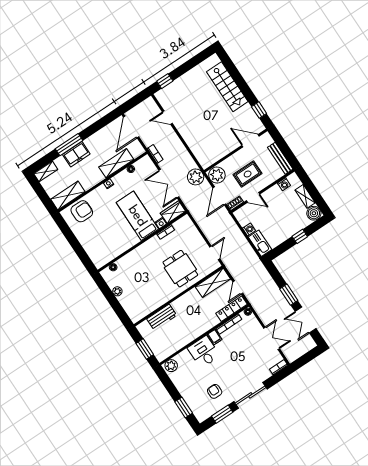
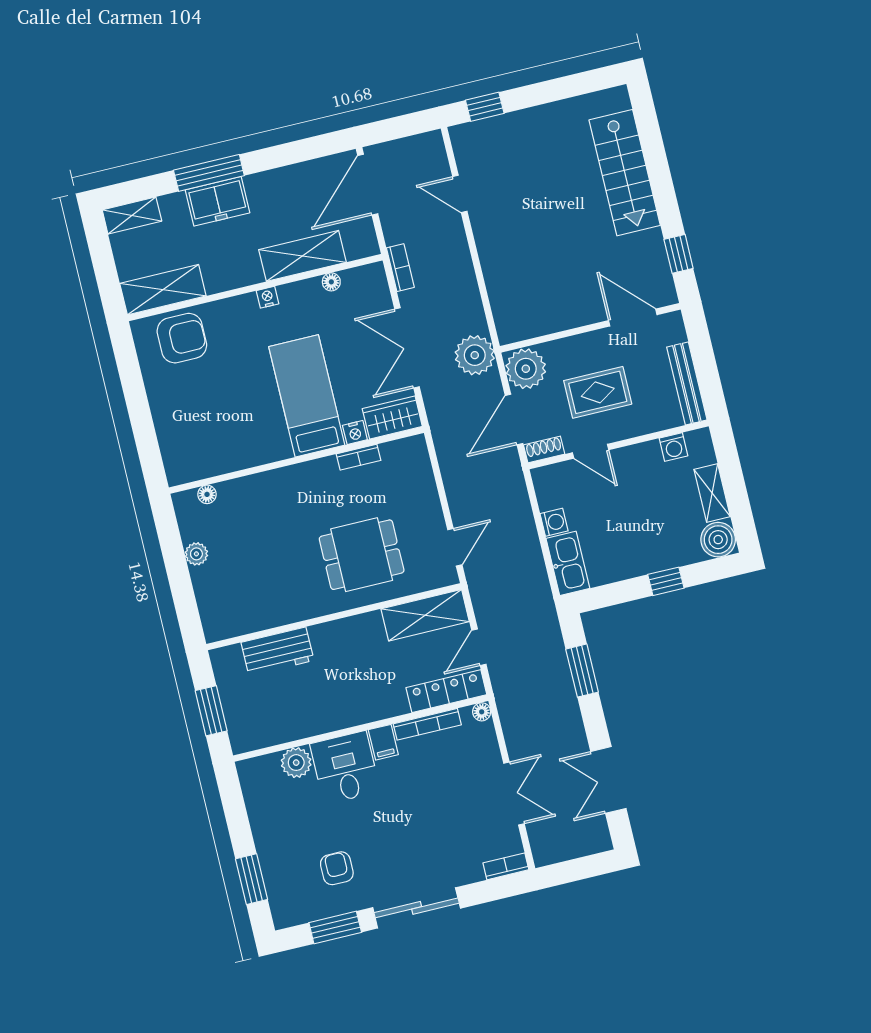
dining table: (180, 269) -> (362, 555), turned 90
window: (289, 295) -> (582, 671), moved
plant: (171, 366) -> (296, 763), moved

